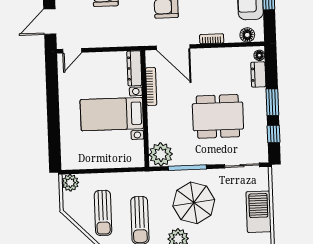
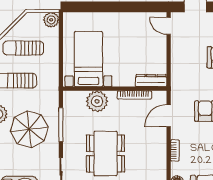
door: (173, 47) -> (169, 116), width x0.73
bed with nightstands: (112, 114) -> (88, 59), moved
plant: (161, 154) -> (97, 101), moved

